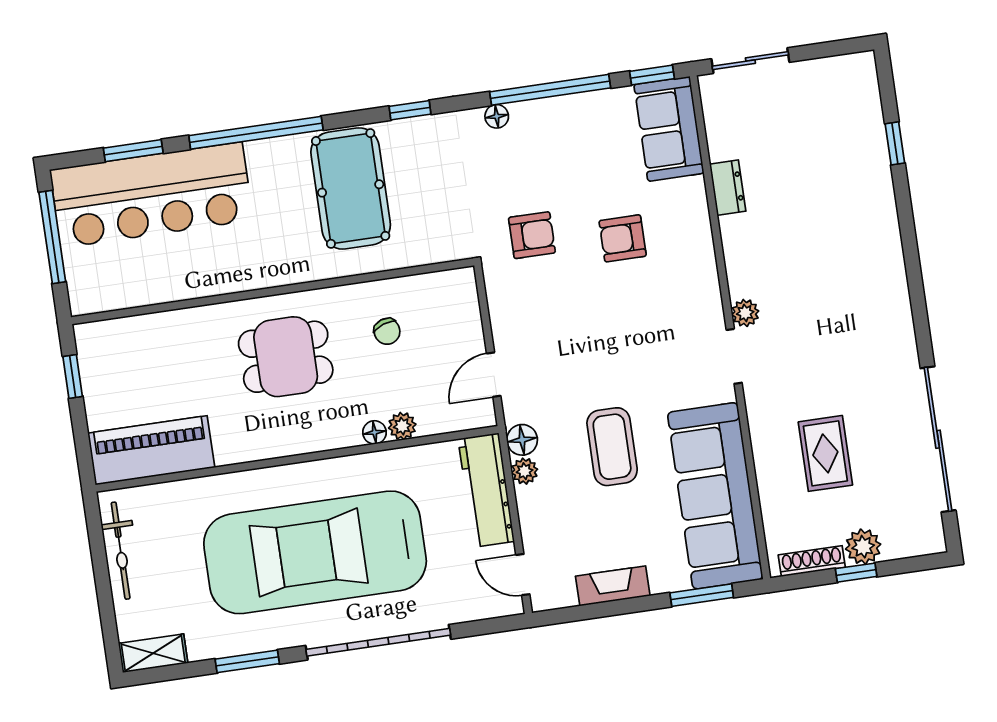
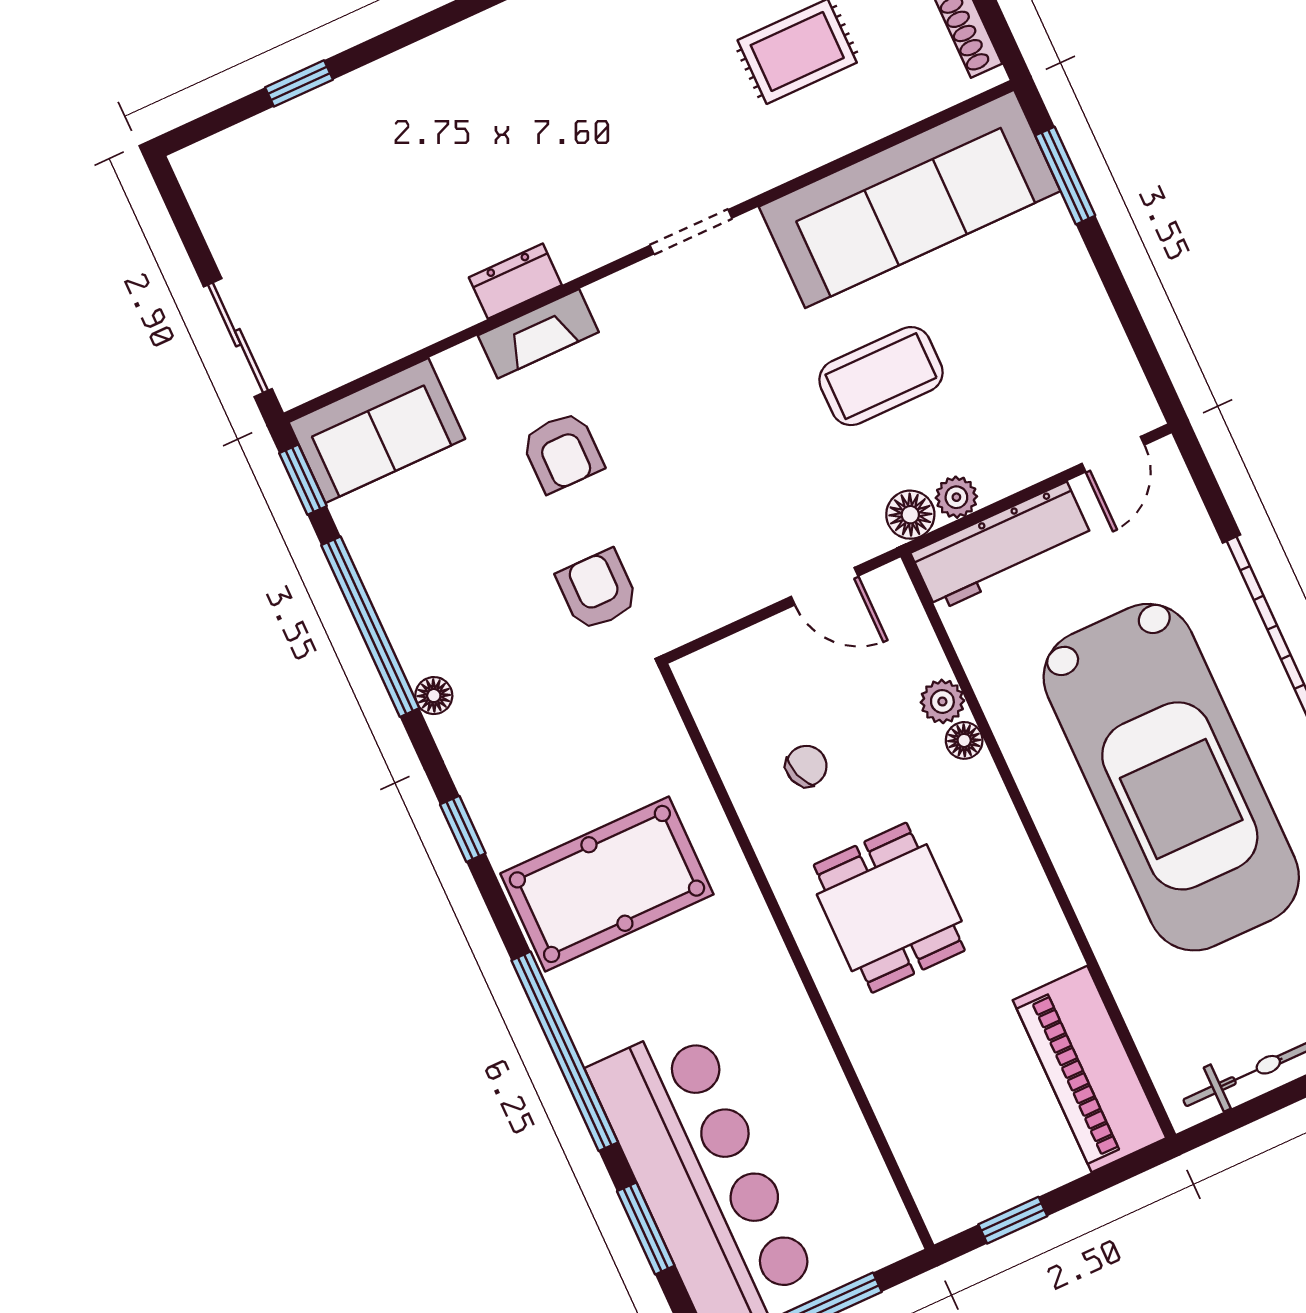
dresser: (728, 188) -> (515, 281), moved
plant: (745, 313) -> (621, 234), removed
fireplace: (613, 586) -> (538, 334), moved, turned -90

